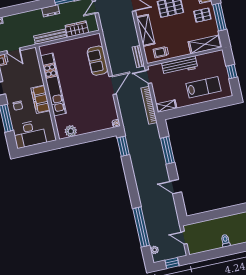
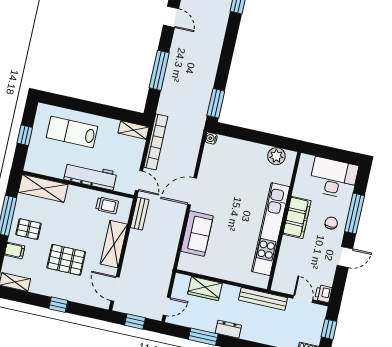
bench: (50, 37) -> (263, 299), moved

